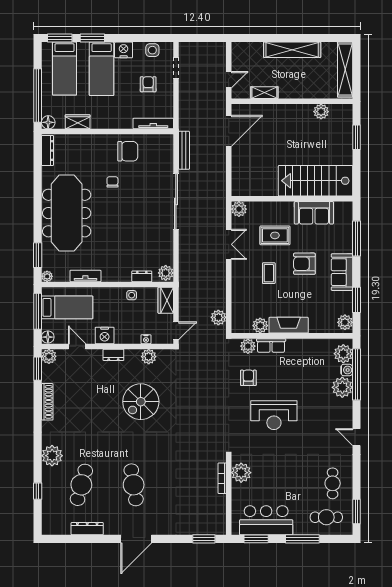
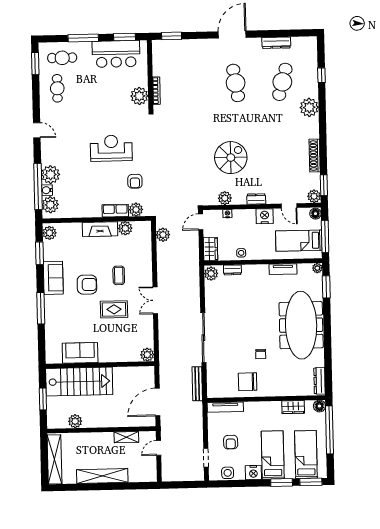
stairs: (316, 181) -> (79, 382), moved
wall: (292, 199) -> (100, 365), moved
plant: (239, 209) -> (147, 355), moved
sofa: (314, 213) -> (80, 353), moved

